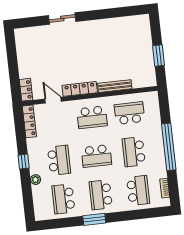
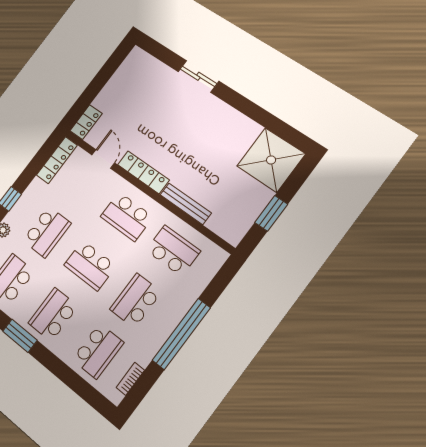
shower: (136, 30) -> (271, 160), added

